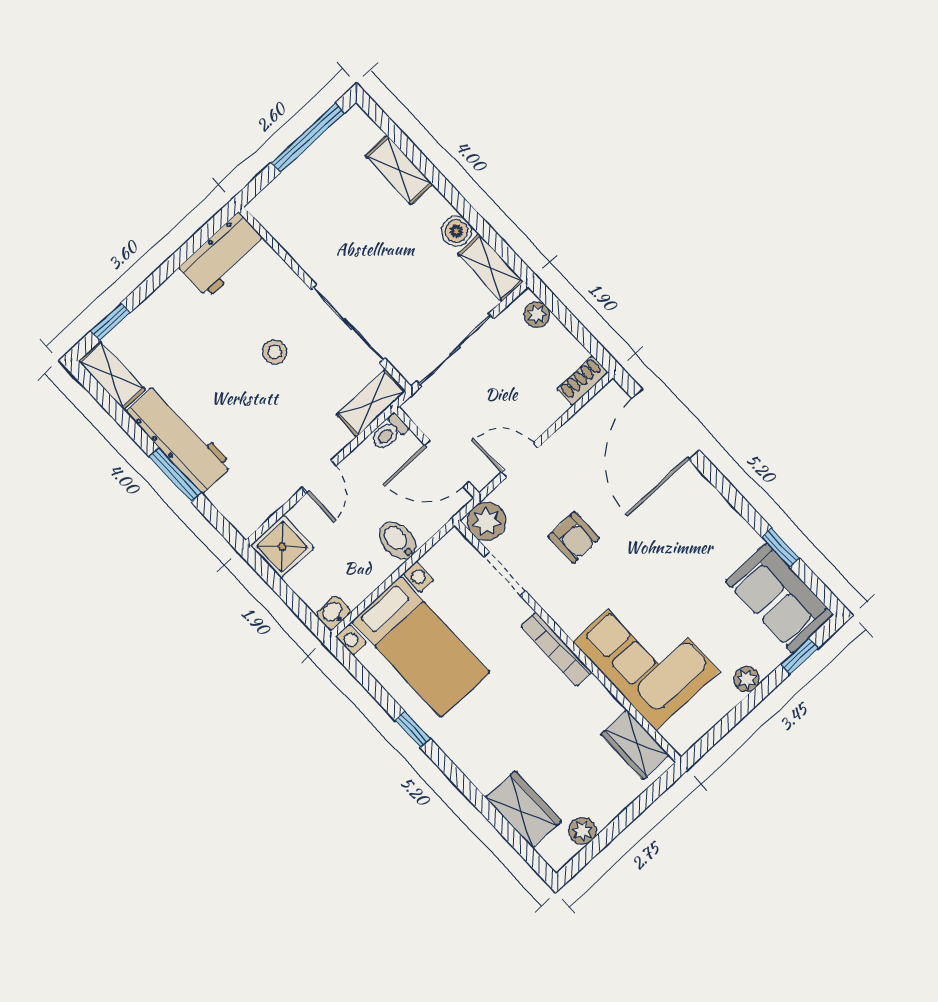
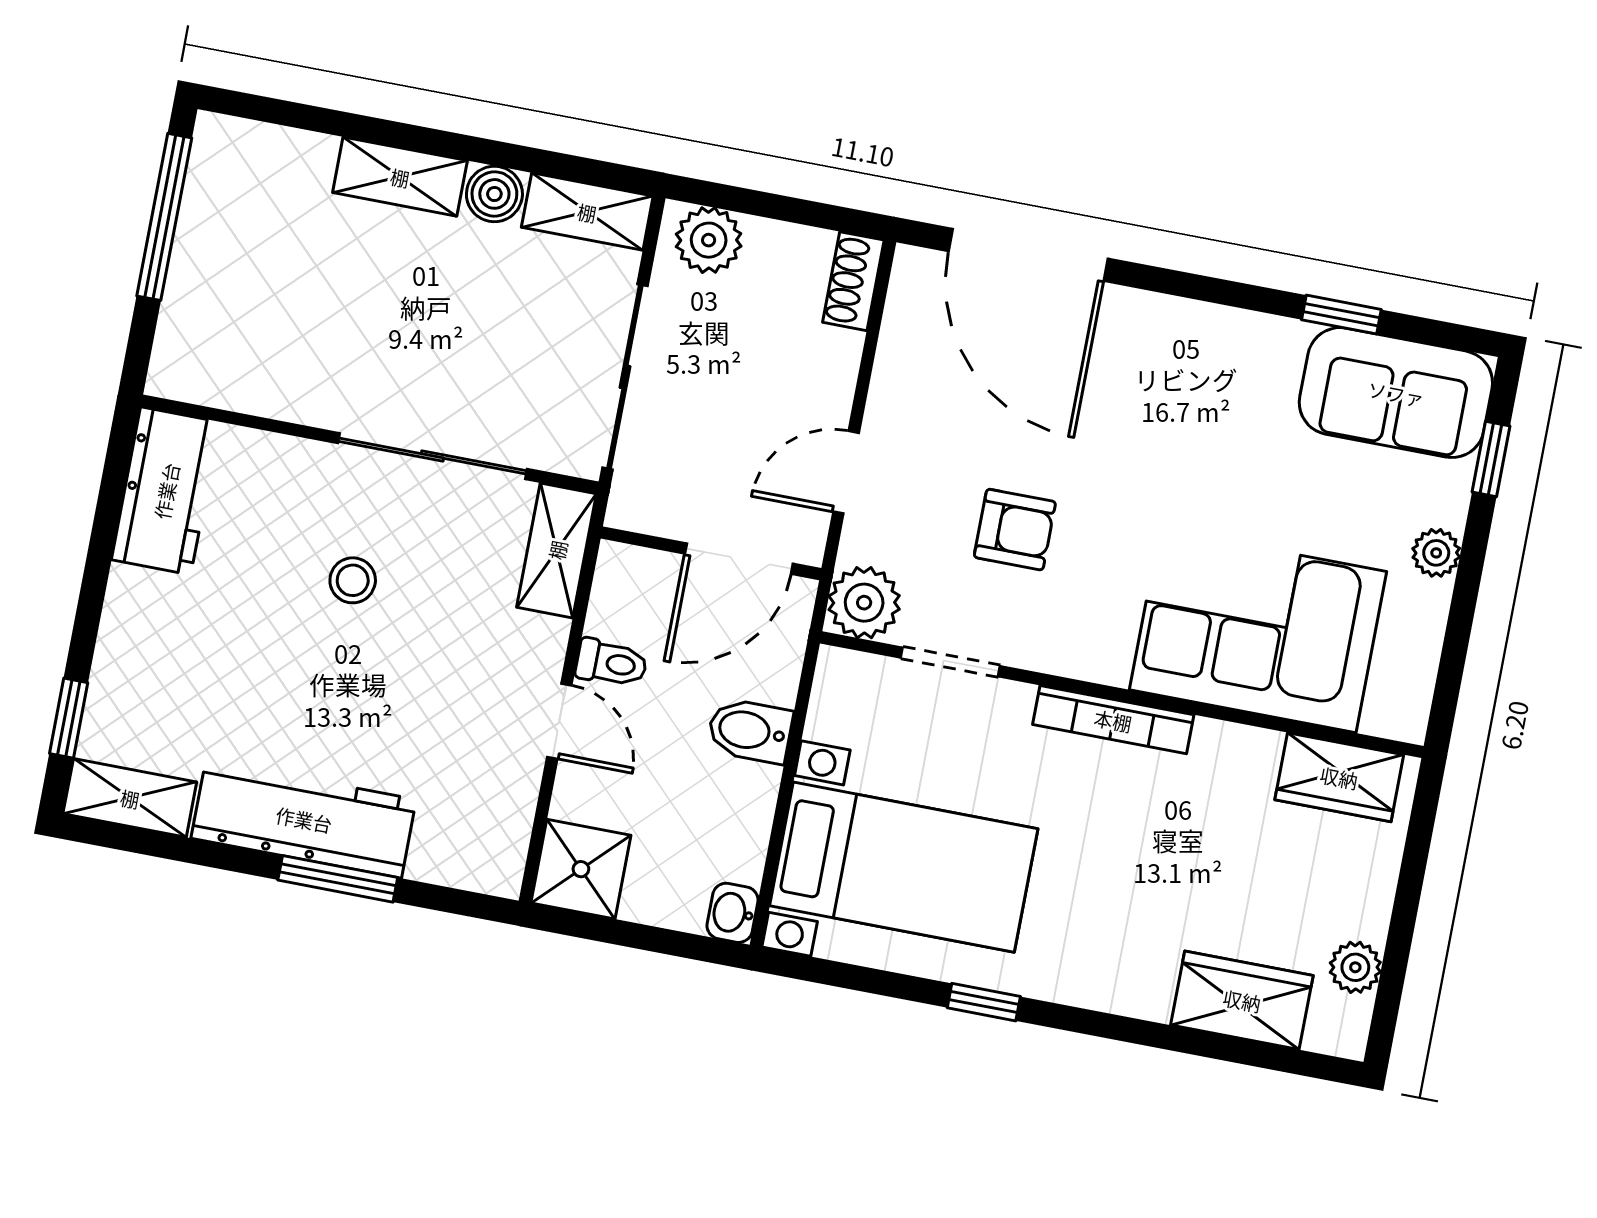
shelving: (399, 170) -> (400, 177), moved
plant: (537, 315) -> (709, 240), width x1.38, depth x1.38
toilet: (389, 433) -> (611, 663), moved, turned -90

